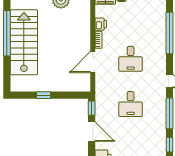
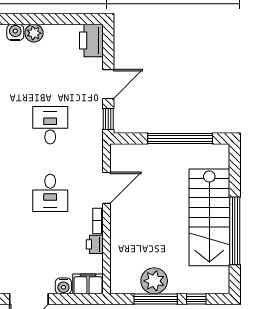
desk: (131, 59) -> (50, 193), turned 180
window: (43, 95) -> (180, 139), width x3.17
door: (92, 132) -> (108, 84), swing flipped

